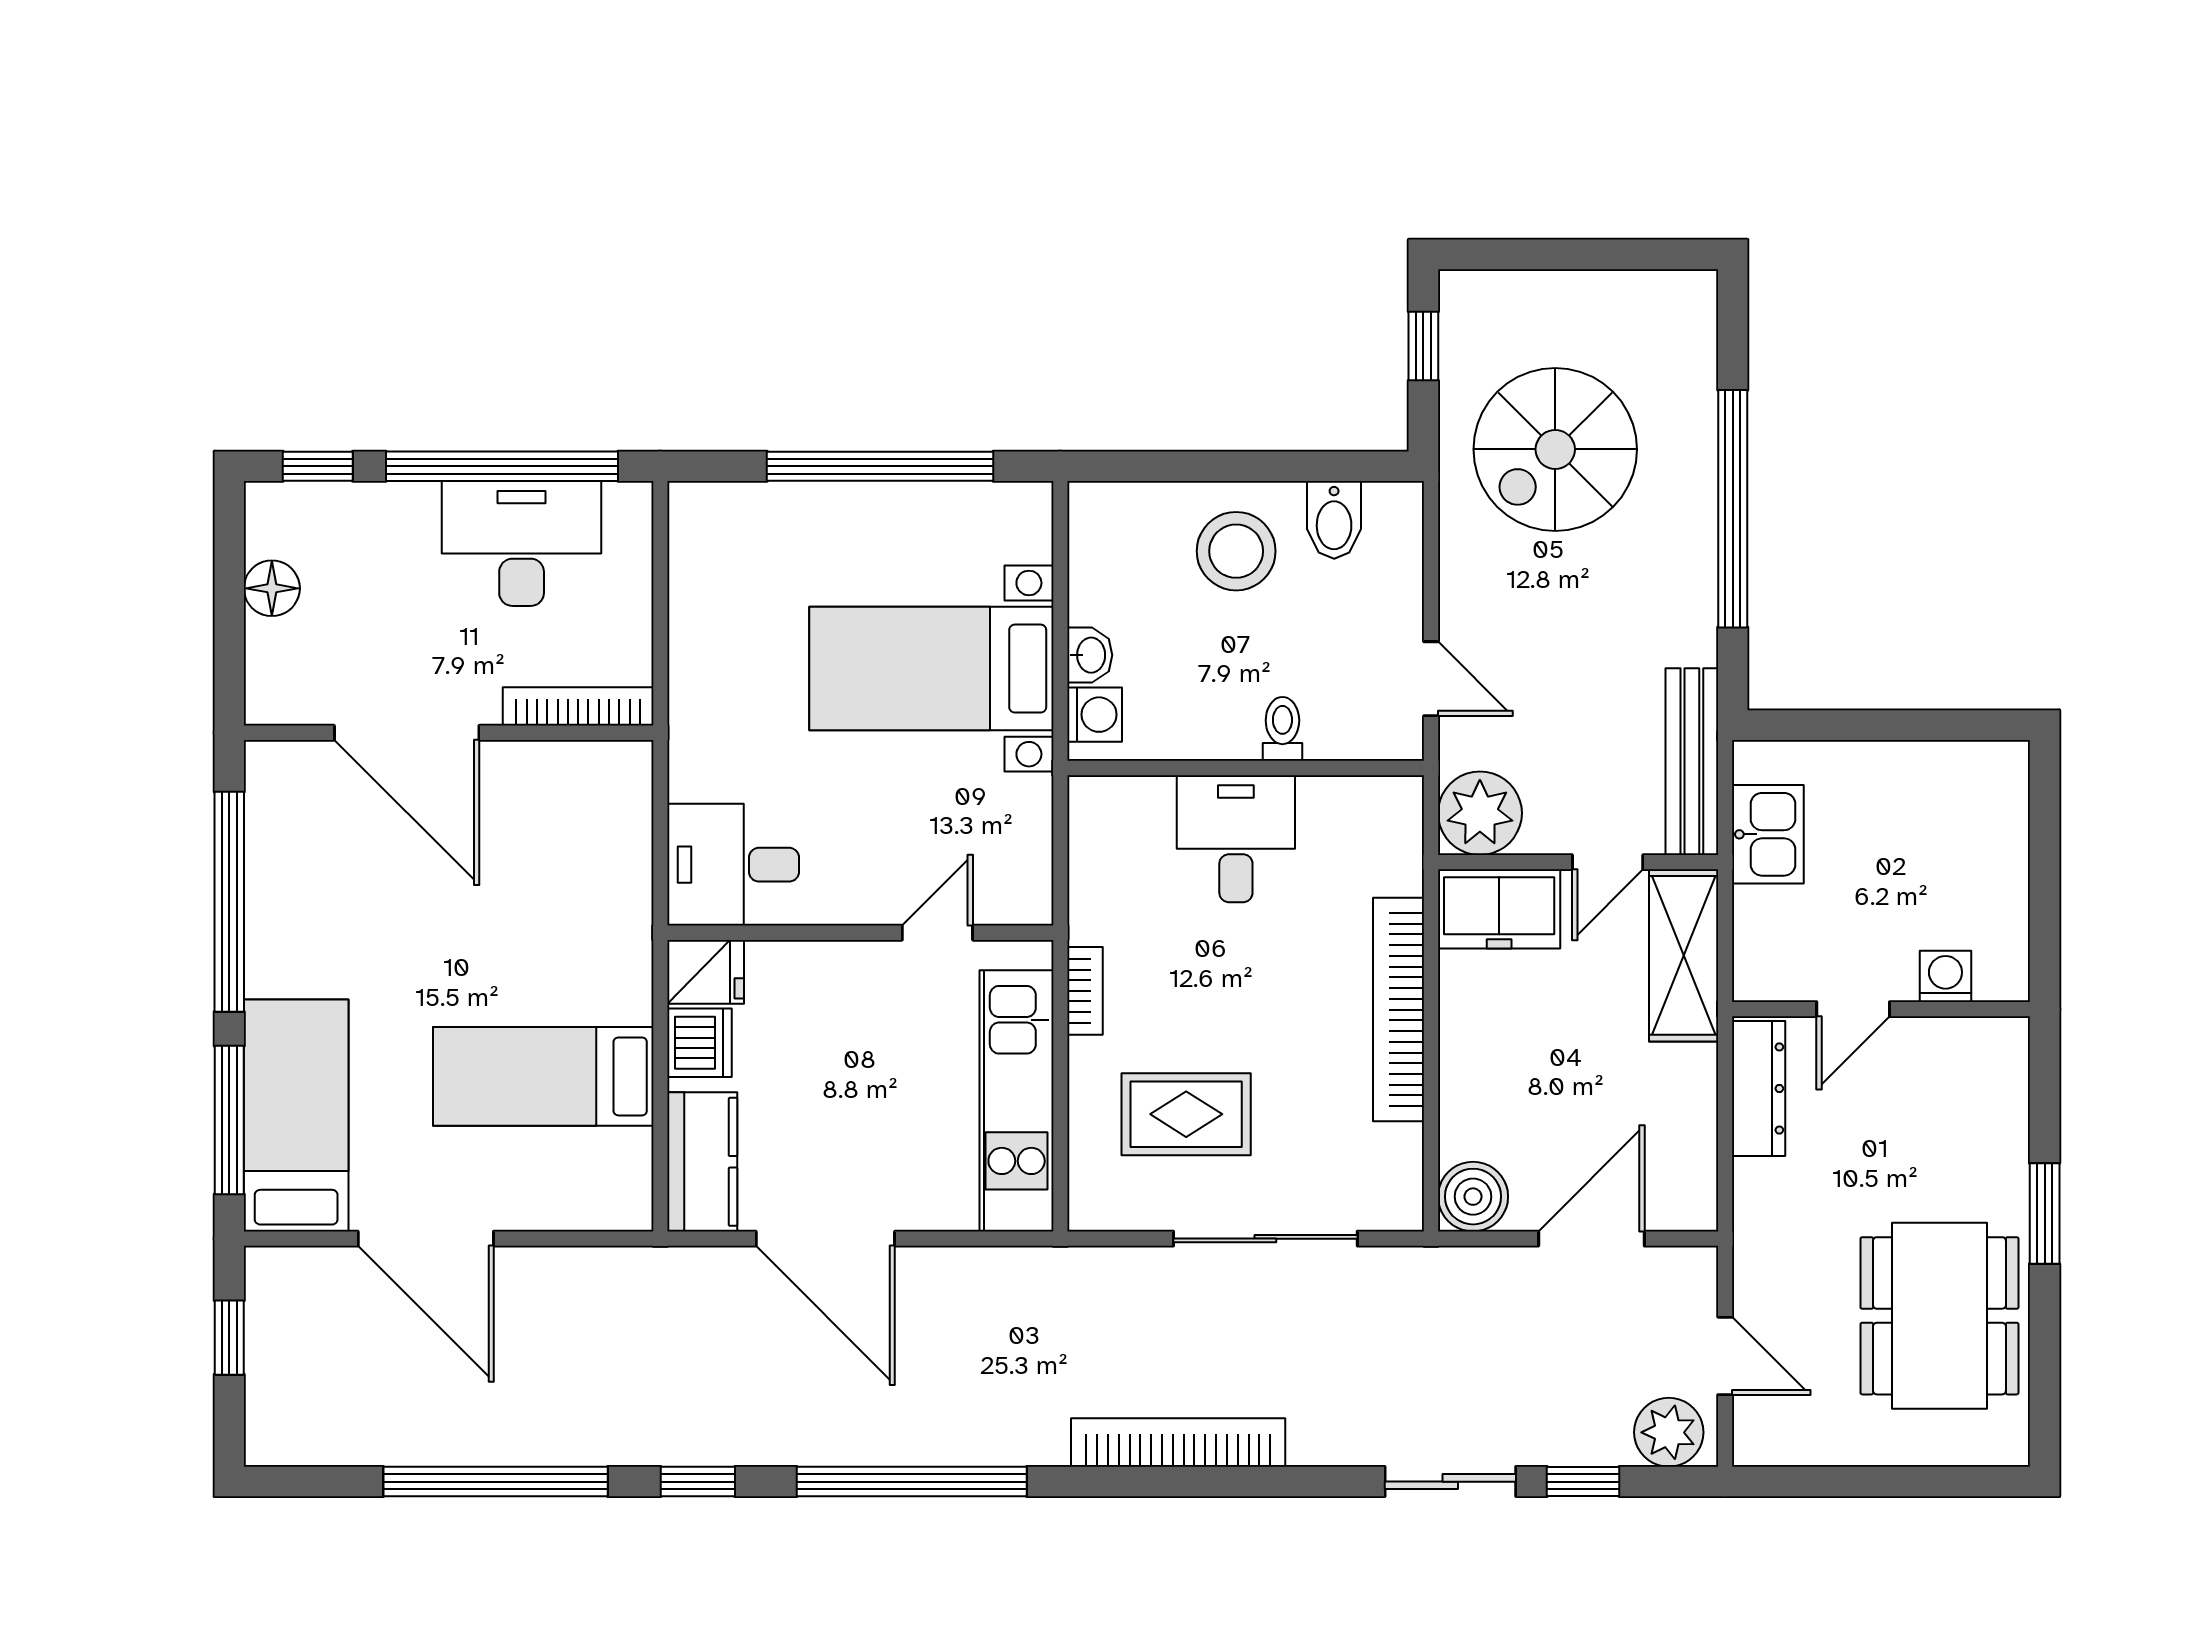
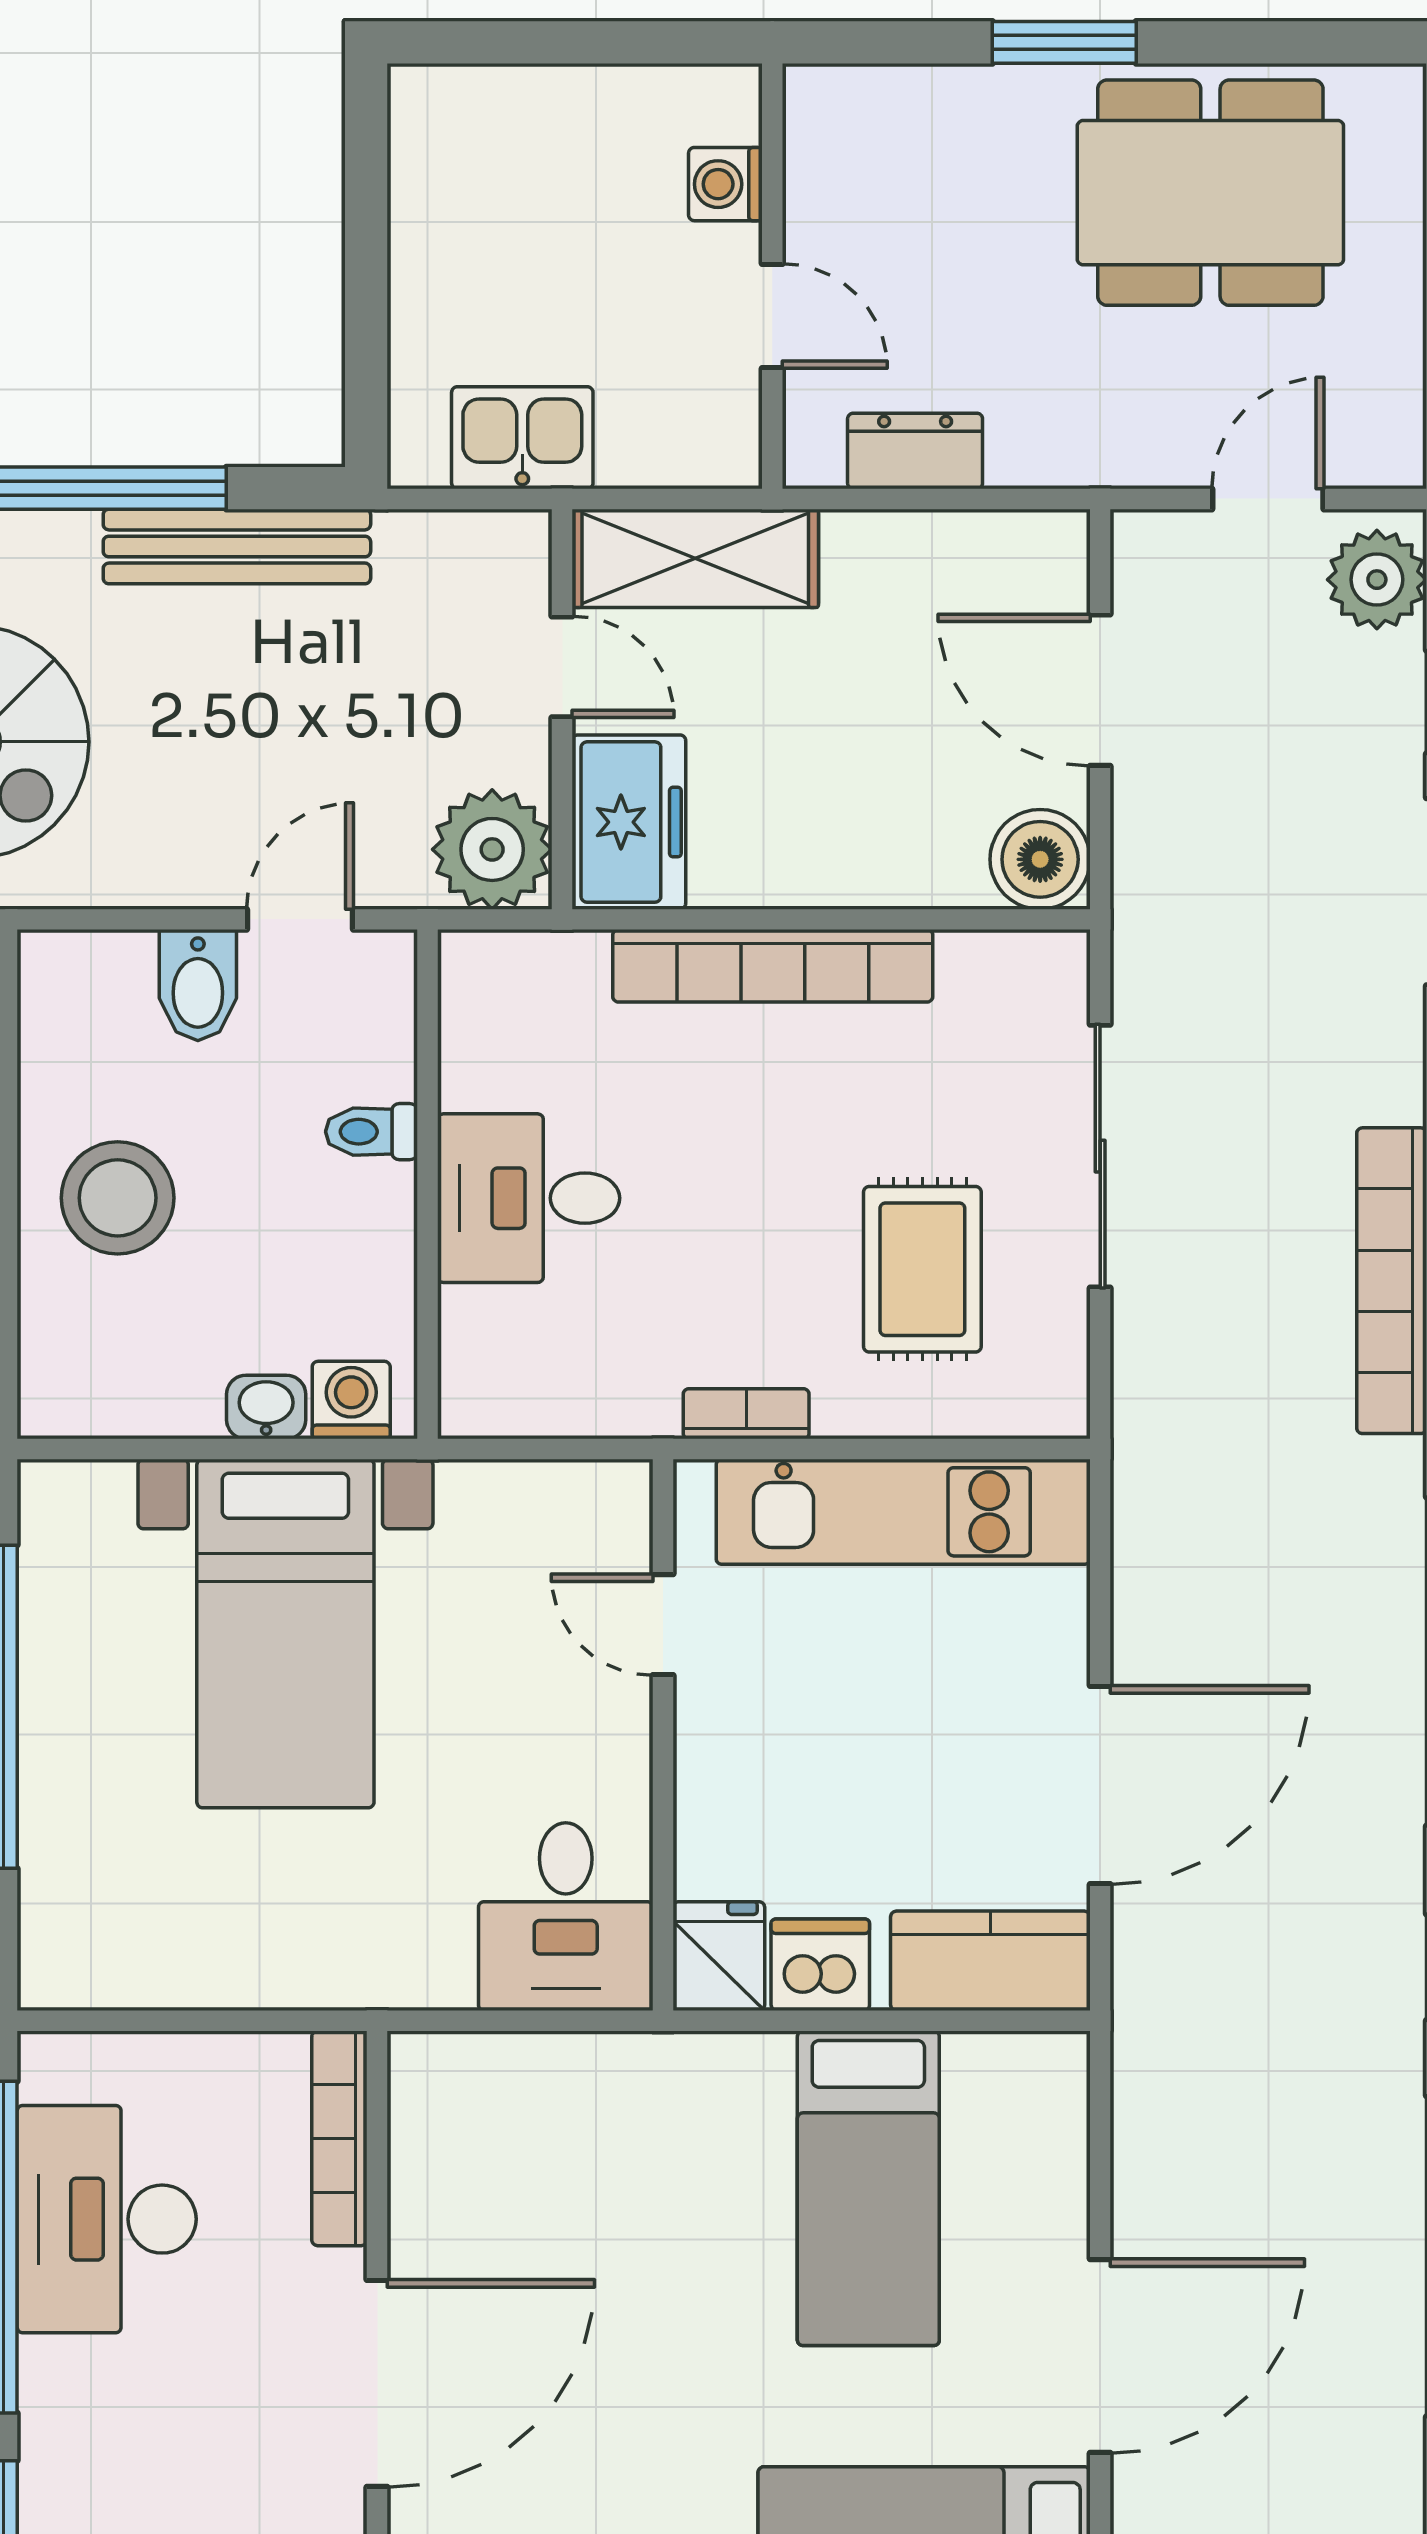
bidet: (1334, 520) -> (198, 985), moved, turned 90
bench: (1692, 762) -> (237, 546), moved
dresser: (1759, 1088) -> (915, 451), width x0.70

